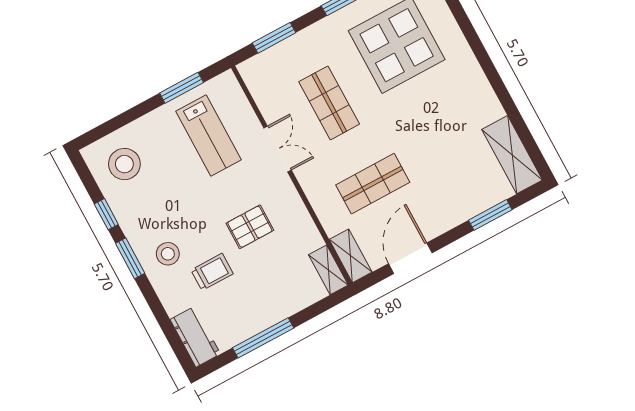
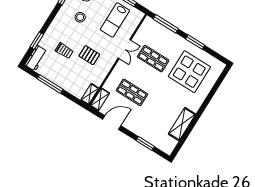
window: (274, 38) -> (166, 24), width x1.44
shop shelf: (329, 103) -> (153, 59), turned 90
shelving: (512, 155) -> (182, 124), moved
stool: (168, 254) -> (80, 17), moved
window: (130, 258) -> (37, 41), moved

